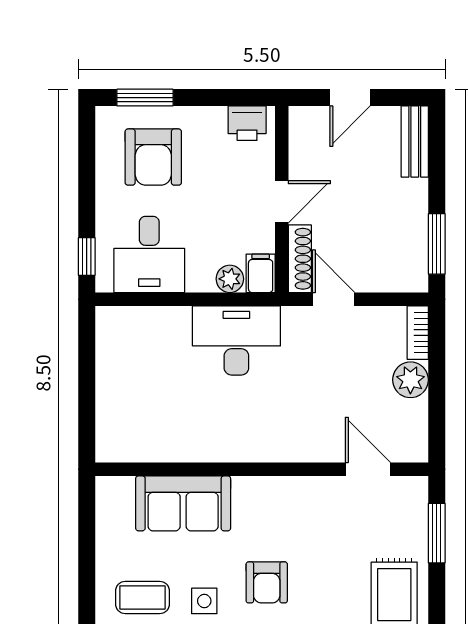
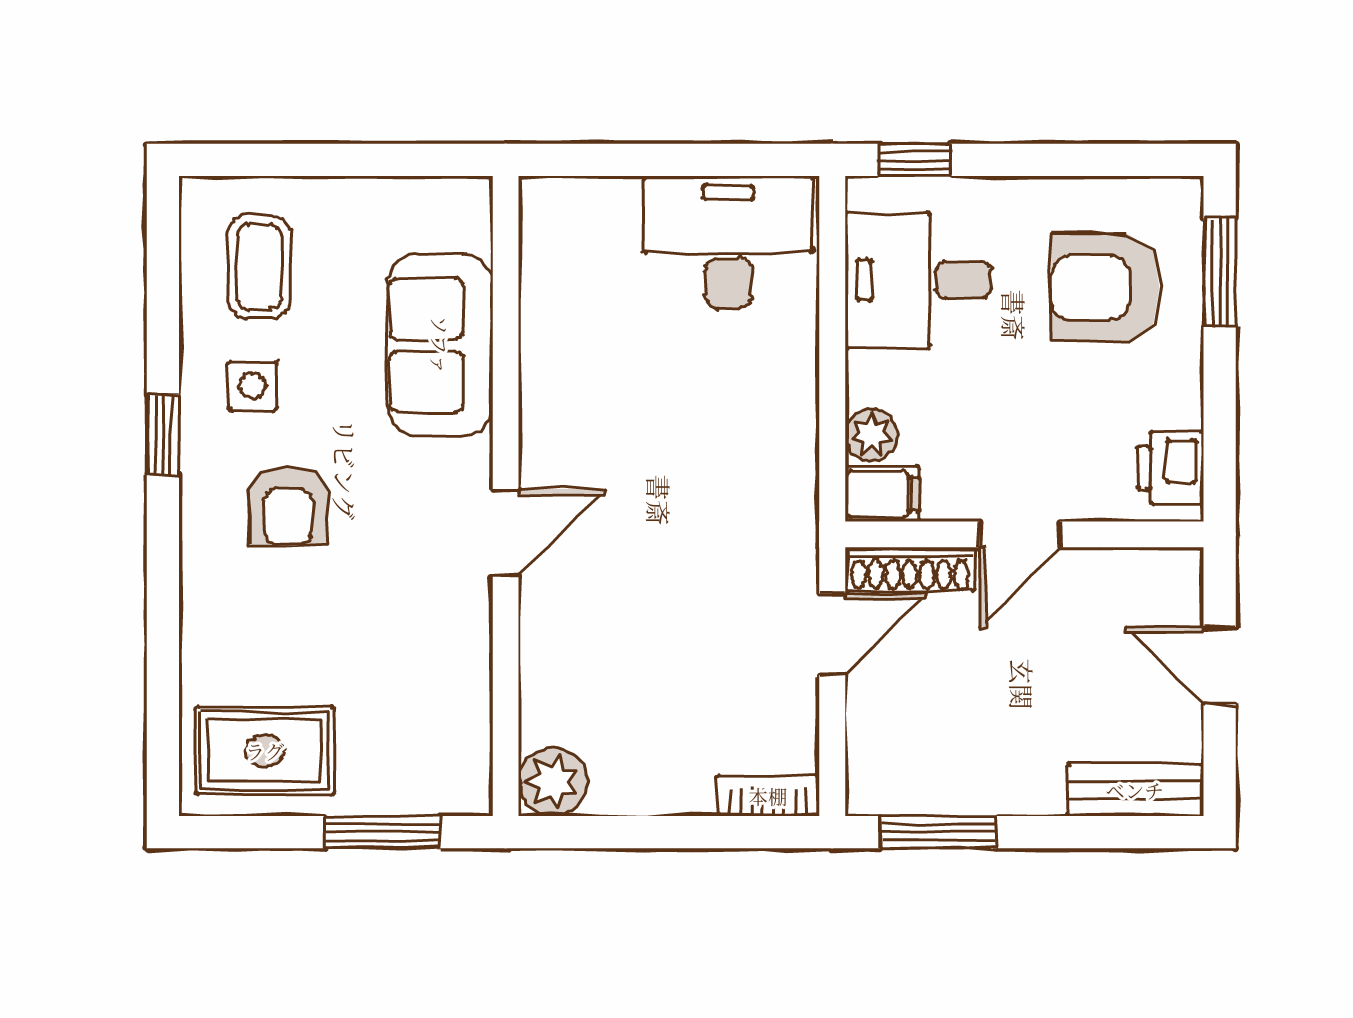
door: (282, 202) -> (1020, 534), hinge flipped
desk: (236, 340) -> (728, 242), moved, turned -90
plant: (410, 380) -> (553, 782), moved
door: (368, 469) -> (506, 532), moved
armchair: (267, 582) -> (288, 506), turned -90

